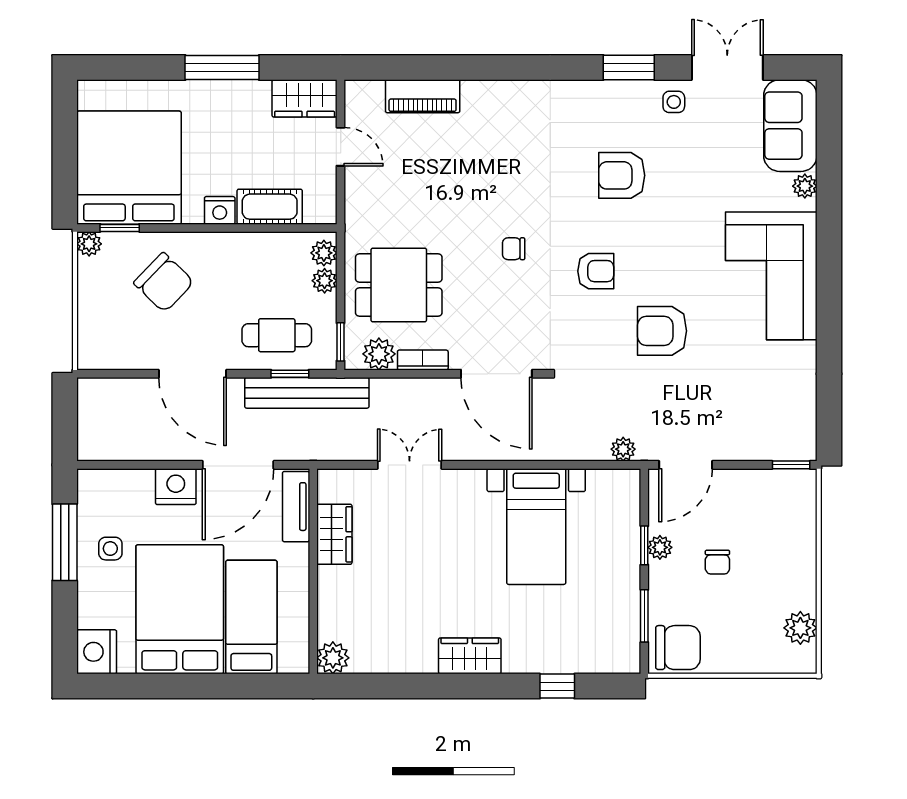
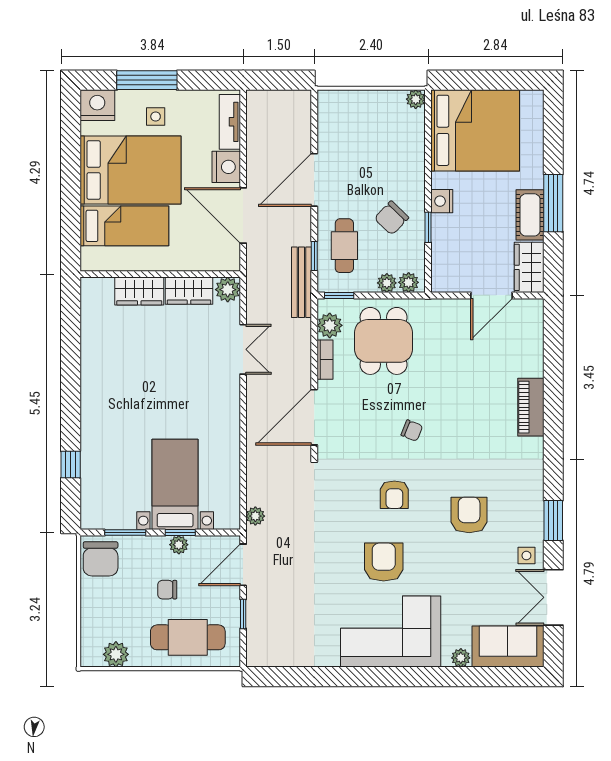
double door: (727, 68) -> (553, 597), swing flipped
piano: (423, 96) -> (531, 407), moved
door: (341, 147) -> (491, 295), width x1.38
cot: (270, 207) -> (530, 215), moved
window: (120, 228) -> (428, 227), moved
chair: (514, 249) -> (412, 431), turned 112
chair: (164, 282) -> (391, 218), moved, width x0.73, depth x0.73
armchair: (662, 331) -> (384, 562), moved
bench: (307, 393) -> (301, 282), width x0.73, depth x0.82
door: (686, 465) -> (243, 565), hinge flipped
window: (791, 465) -> (243, 614), moved
tv unit: (296, 507) -> (230, 122), moved, turned -90
bed with nightstands: (536, 527) -> (175, 484), moved, turned 90
cafe table: (779, 536) -> (188, 637), added
window: (65, 542) -> (147, 80), moved
side table: (110, 549) -> (156, 117), moved
wardrobe: (470, 656) -> (139, 291), moved, turned 90
plant: (333, 658) -> (228, 290), moved

